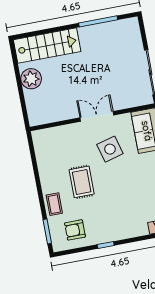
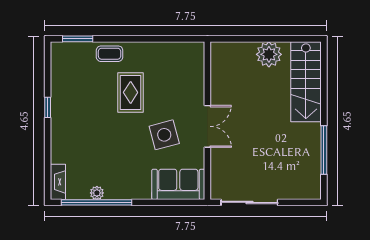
rug: (82, 182) -> (131, 92), turned 90
armchair: (75, 230) -> (73, 73), removed

